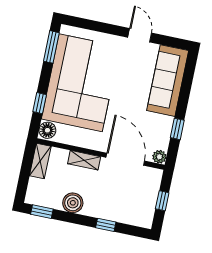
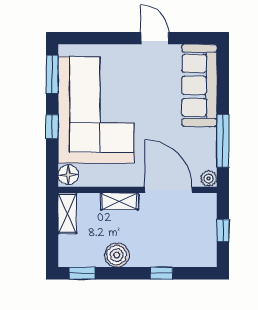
window: (40, 103) -> (52, 126), moved
window: (177, 129) -> (223, 141), width x2.17

